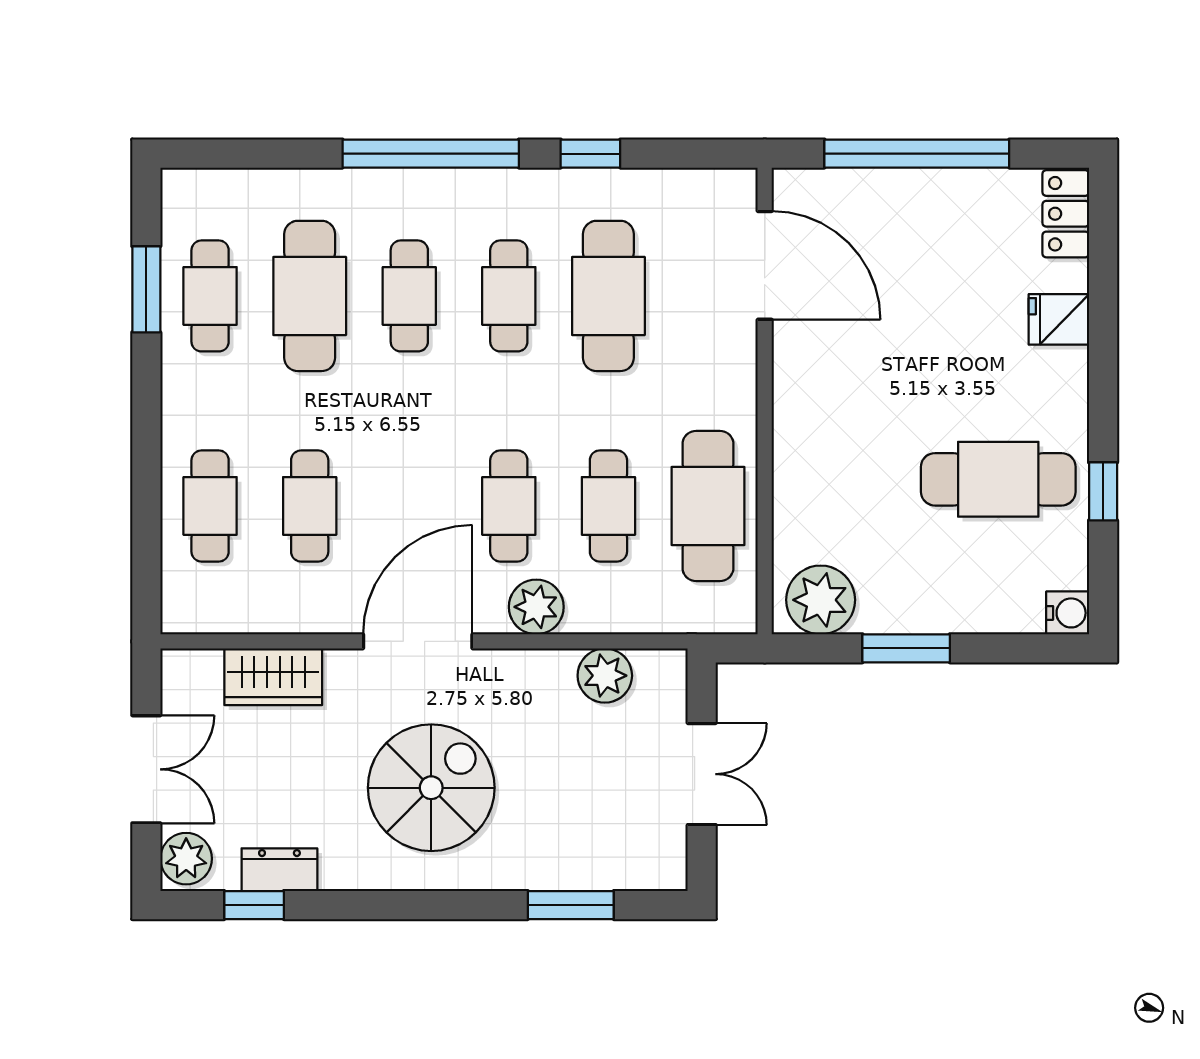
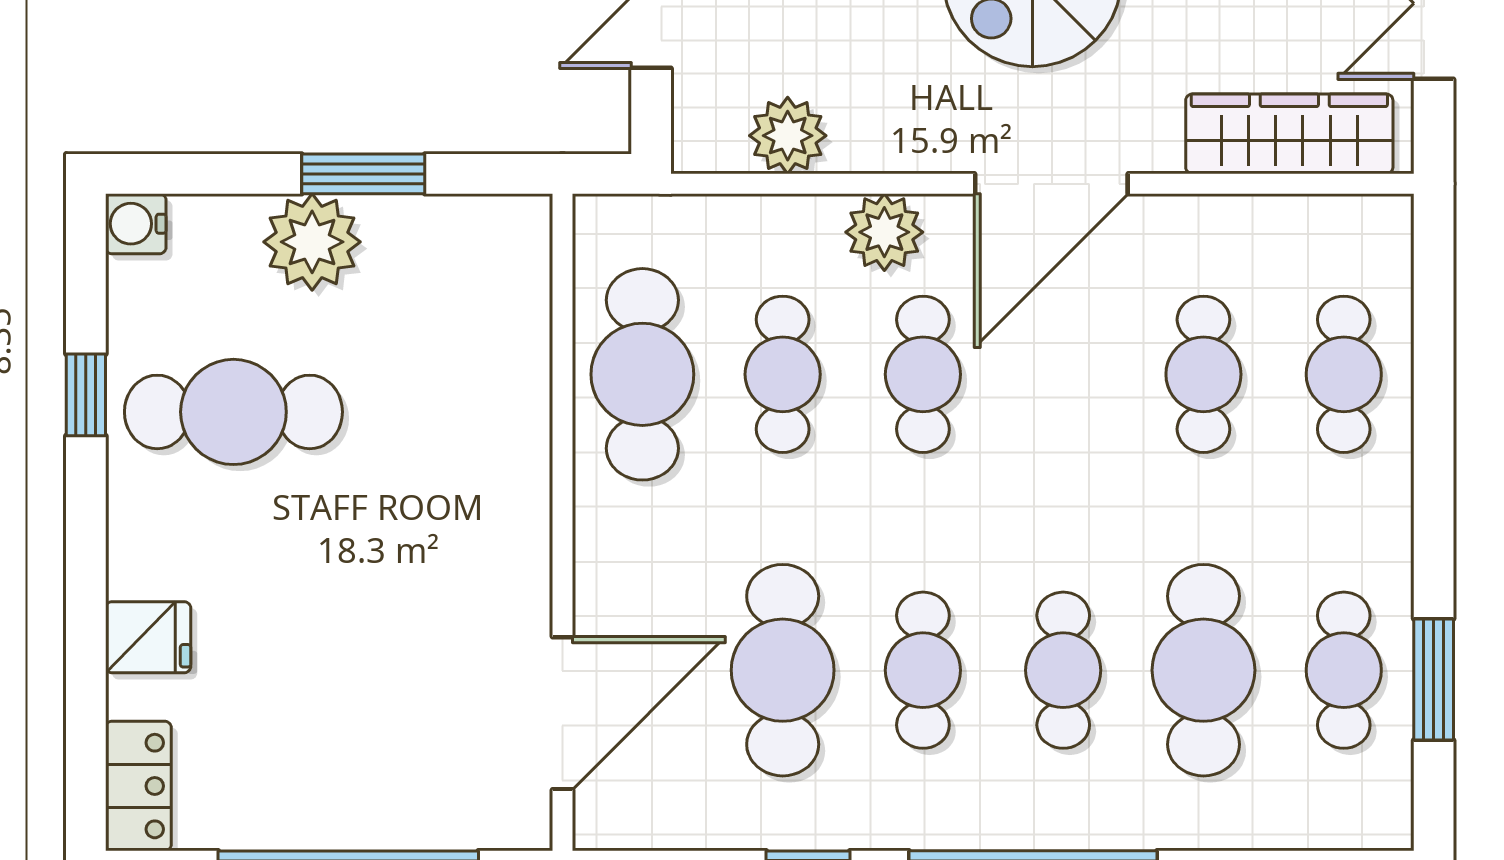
door: (765, 265) -> (562, 713), swing flipped
plant: (821, 600) -> (312, 242), moved
wardrobe: (273, 677) -> (1289, 134), width x1.50

